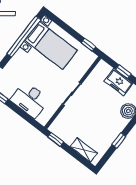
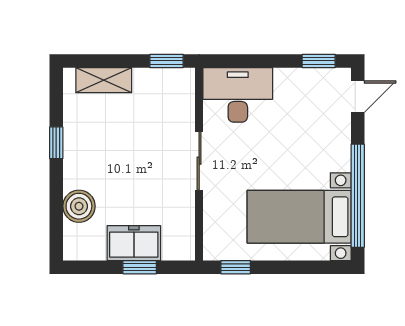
desk: (30, 100) -> (238, 95), moved

